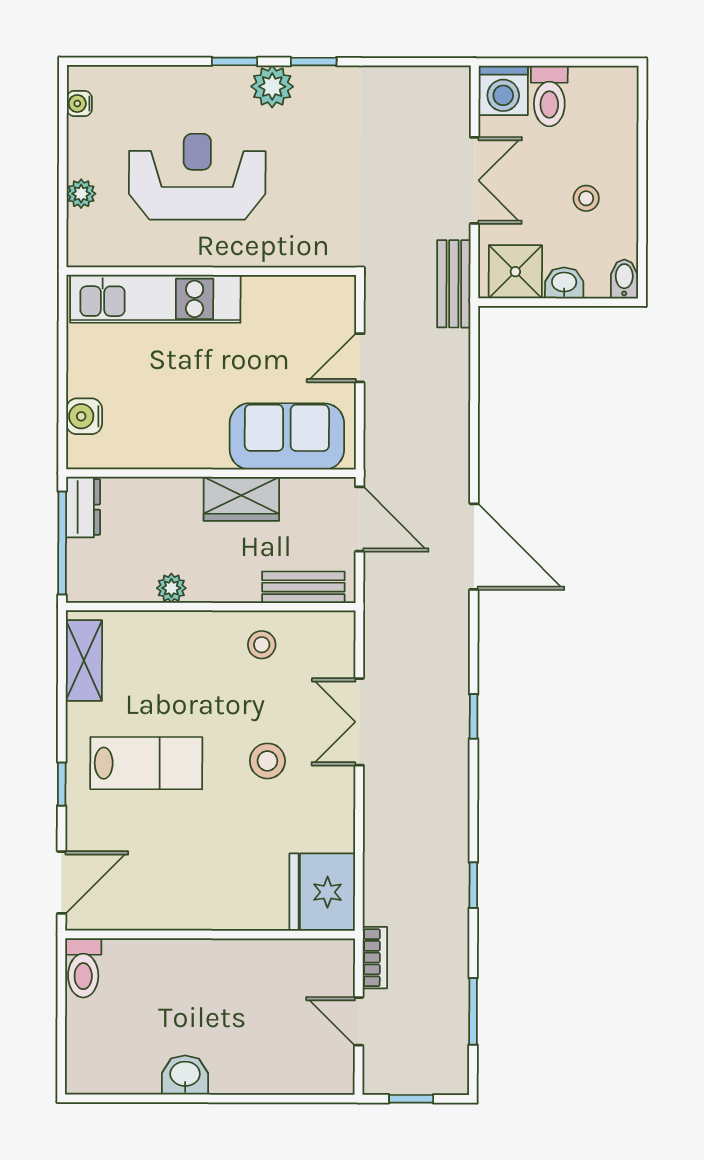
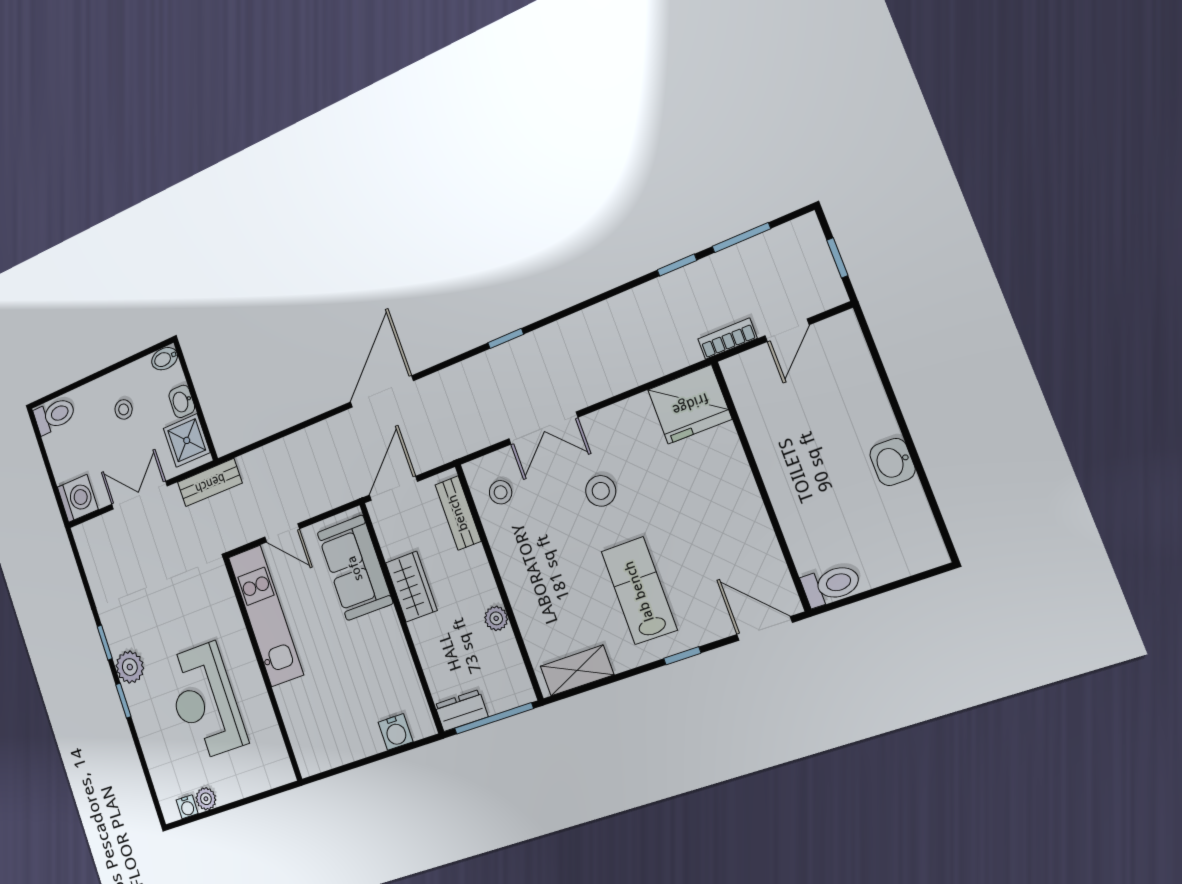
toilet: (549, 96) -> (55, 415), moved
plant: (81, 194) -> (206, 799), moved
kitchen unit: (155, 299) -> (266, 616), moved
stool: (262, 645) -> (501, 492), moved
window: (473, 885) -> (677, 265), moved

